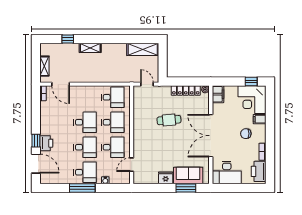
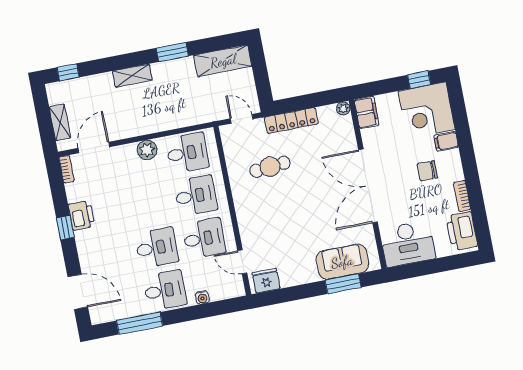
window: (68, 39) -> (68, 72), moved
window: (115, 39) -> (172, 52), added
door: (61, 84) -> (94, 147), swing flipped
plant: (90, 91) -> (147, 150), added
locker: (186, 91) -> (291, 121), moved
cafe table: (169, 120) -> (270, 167), moved
desk: (85, 122) -> (148, 205), removed
window: (36, 141) -> (65, 228), moved
printer: (46, 143) -> (81, 215), moved
door: (132, 165) -> (242, 262), hinge flipped
fridge: (166, 178) -> (266, 281), moved
window: (82, 188) -> (140, 323), moved

